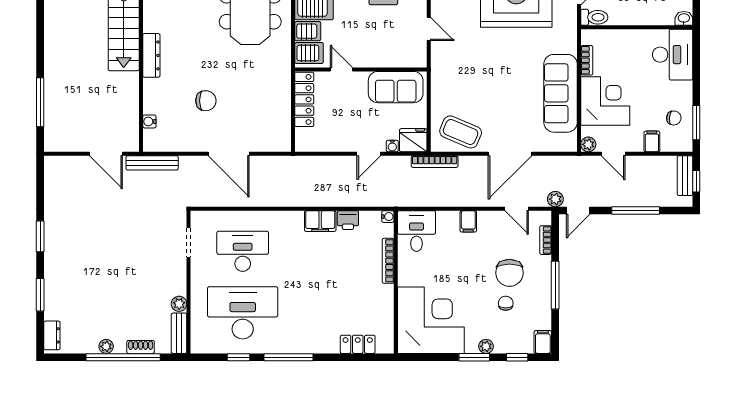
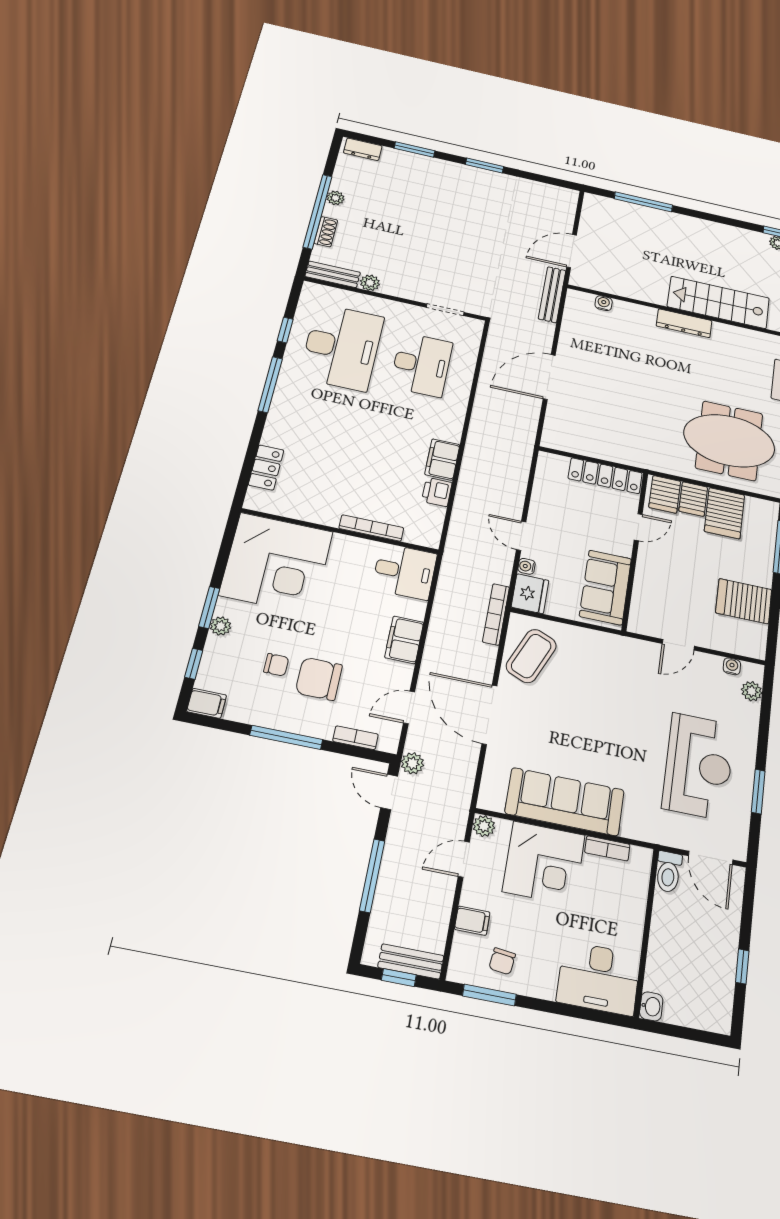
chair: (206, 101) -> (620, 367), removed
water cooler: (388, 217) -> (432, 541), removed
filing cabinet: (468, 221) -> (404, 640), width x2.00

